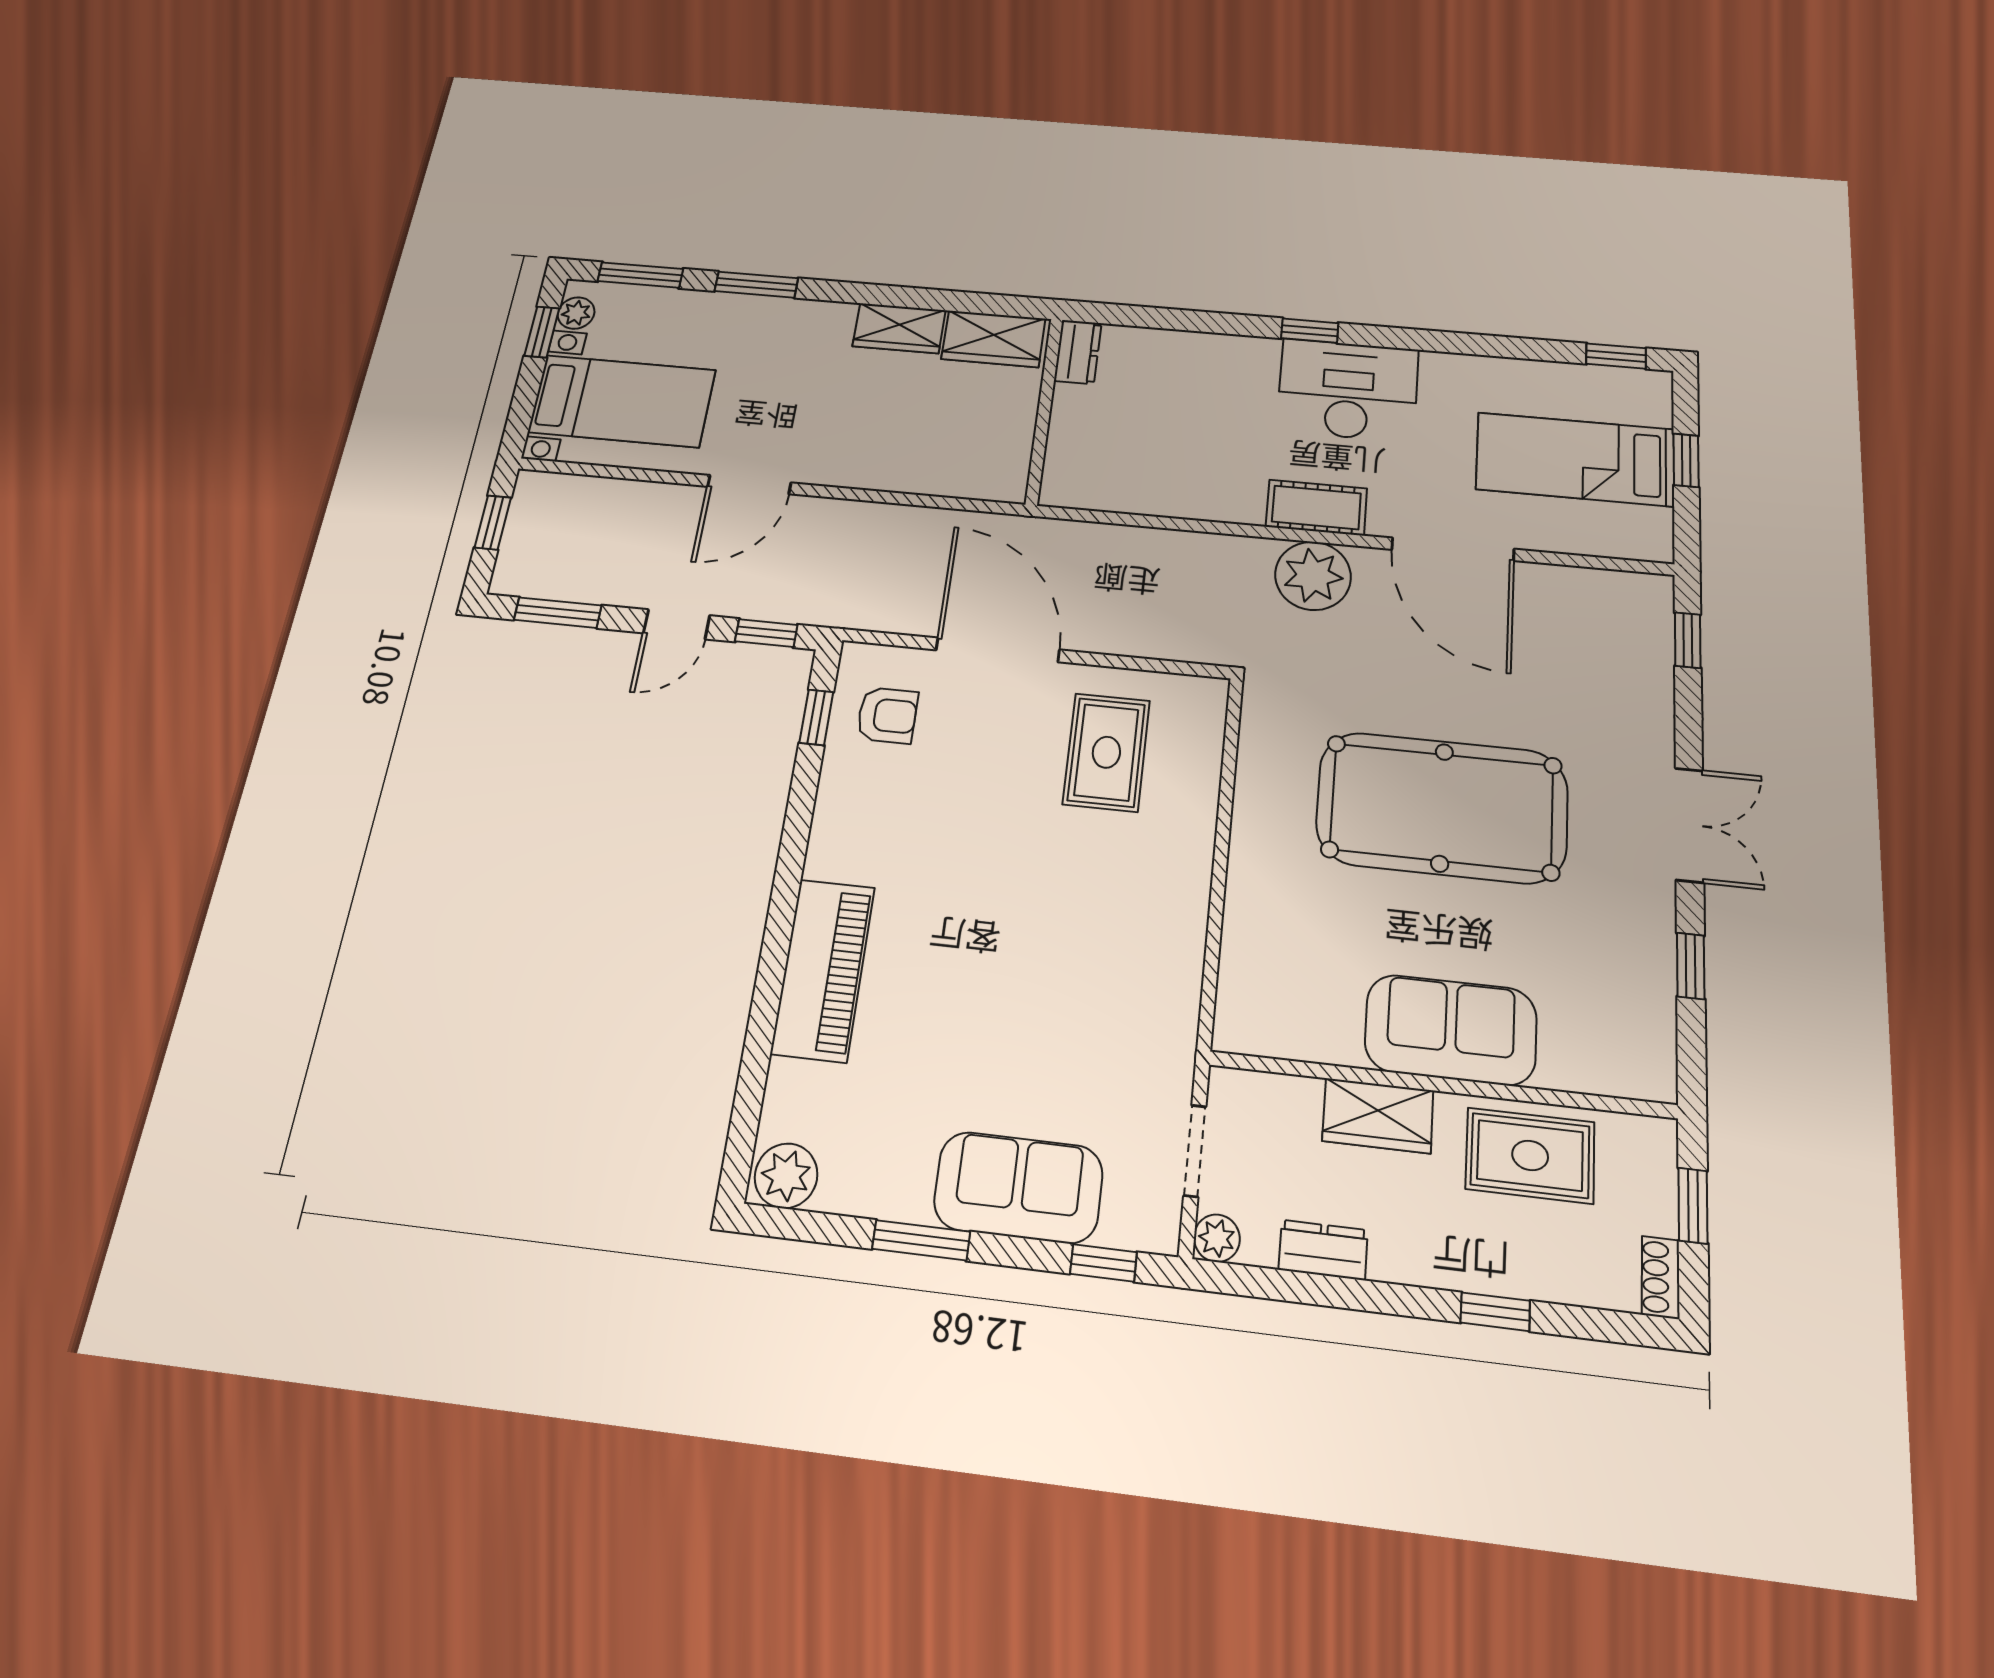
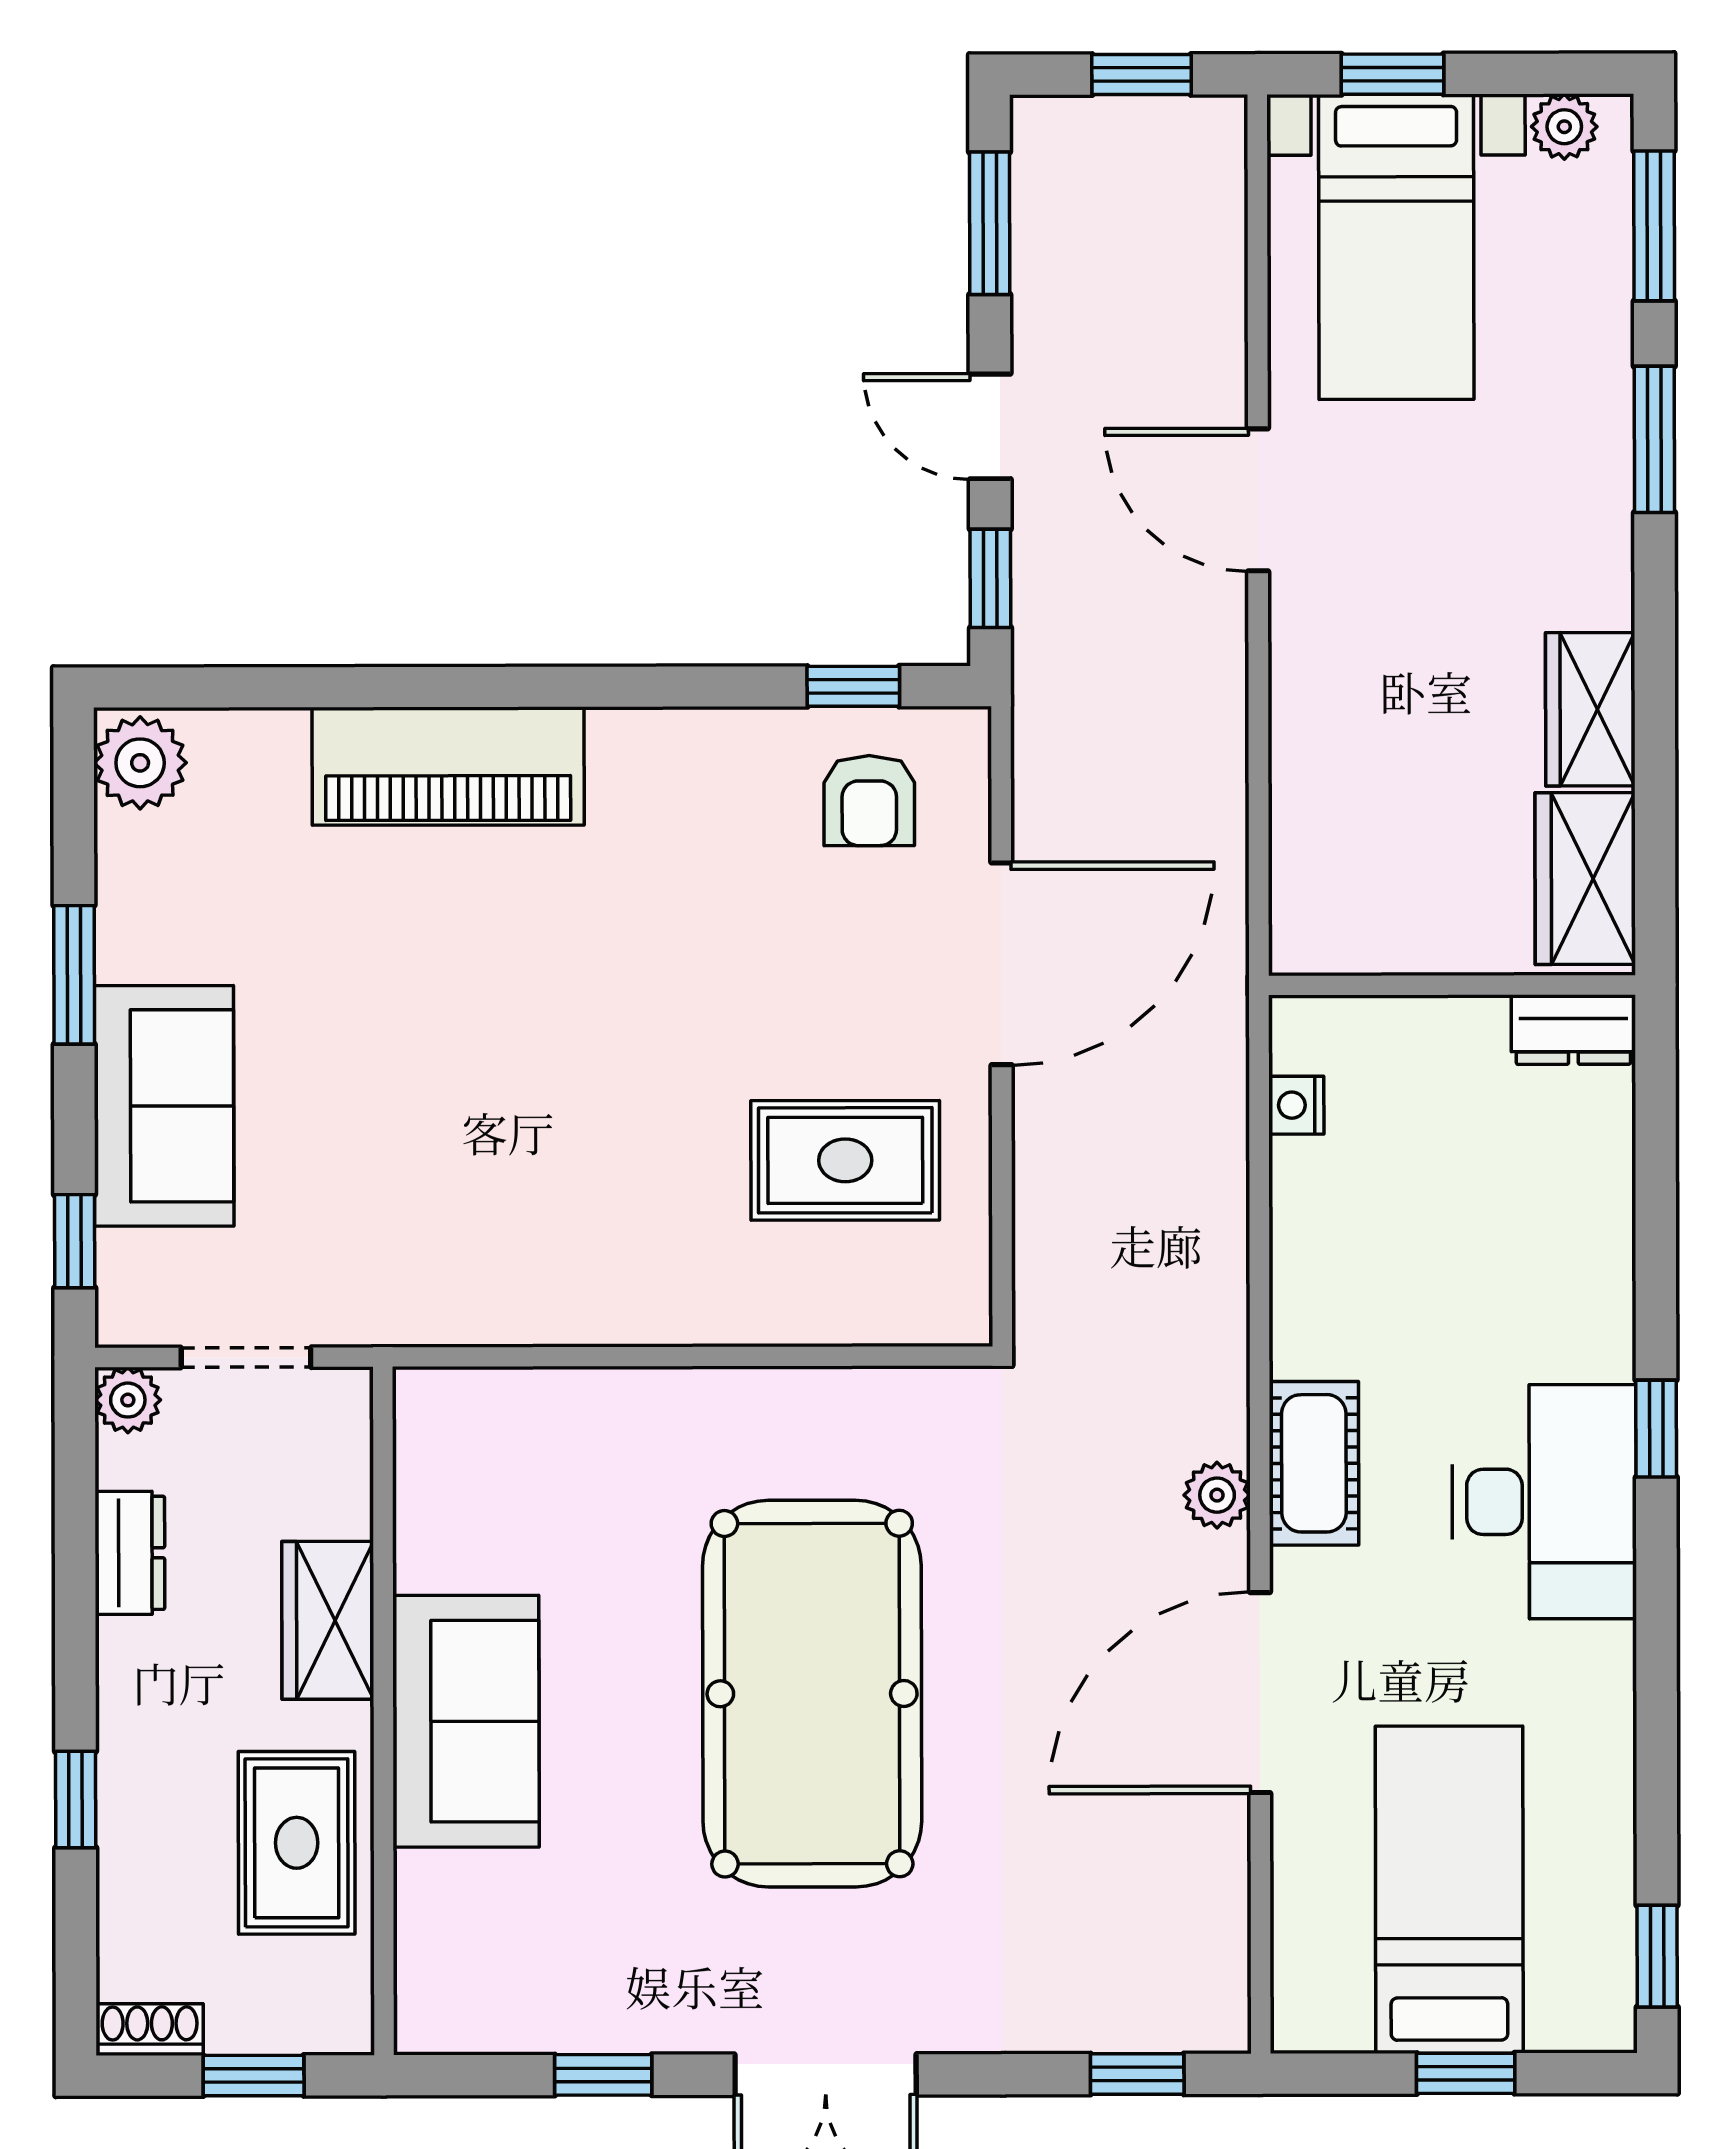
window: (542, 332) -> (1392, 74), moved
nightstand: (1103, 497) -> (1296, 1105), added
plant: (1313, 576) -> (1217, 1495), width x0.53, depth x0.53

